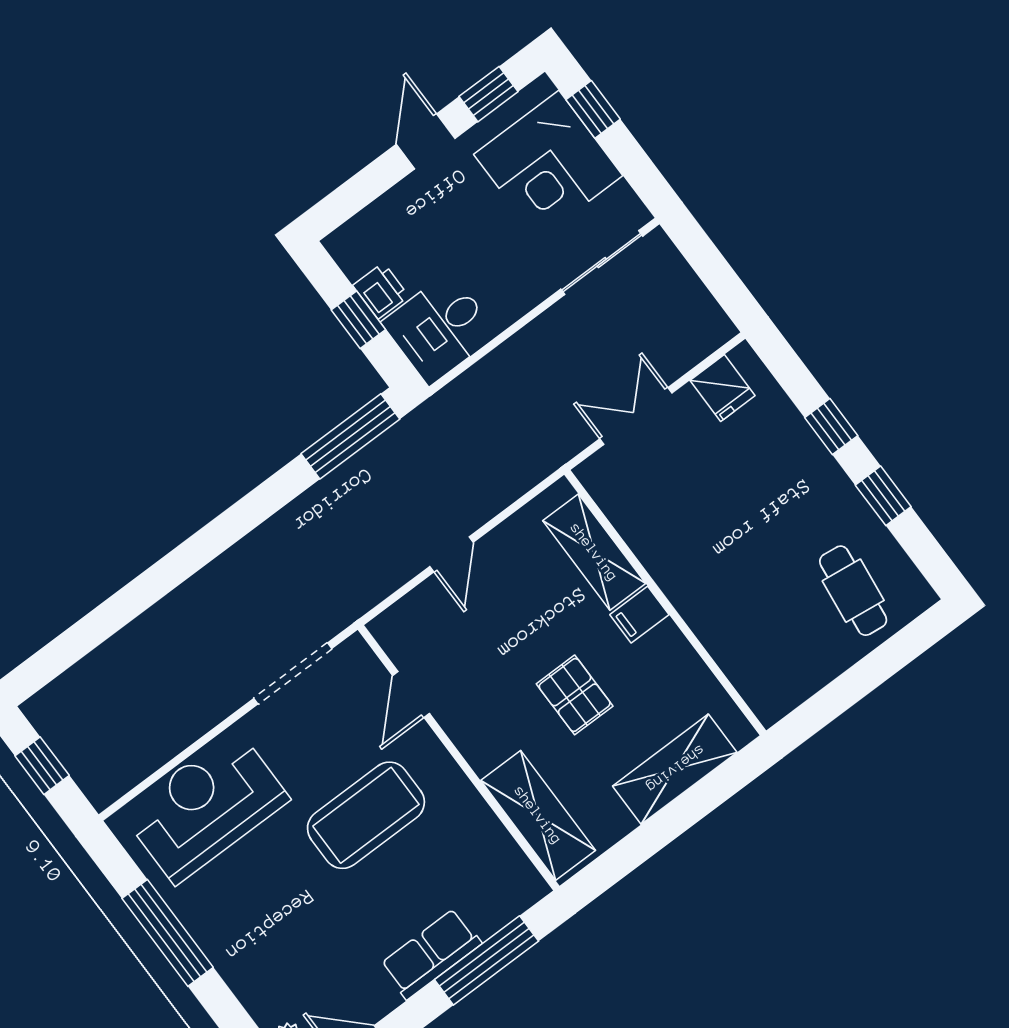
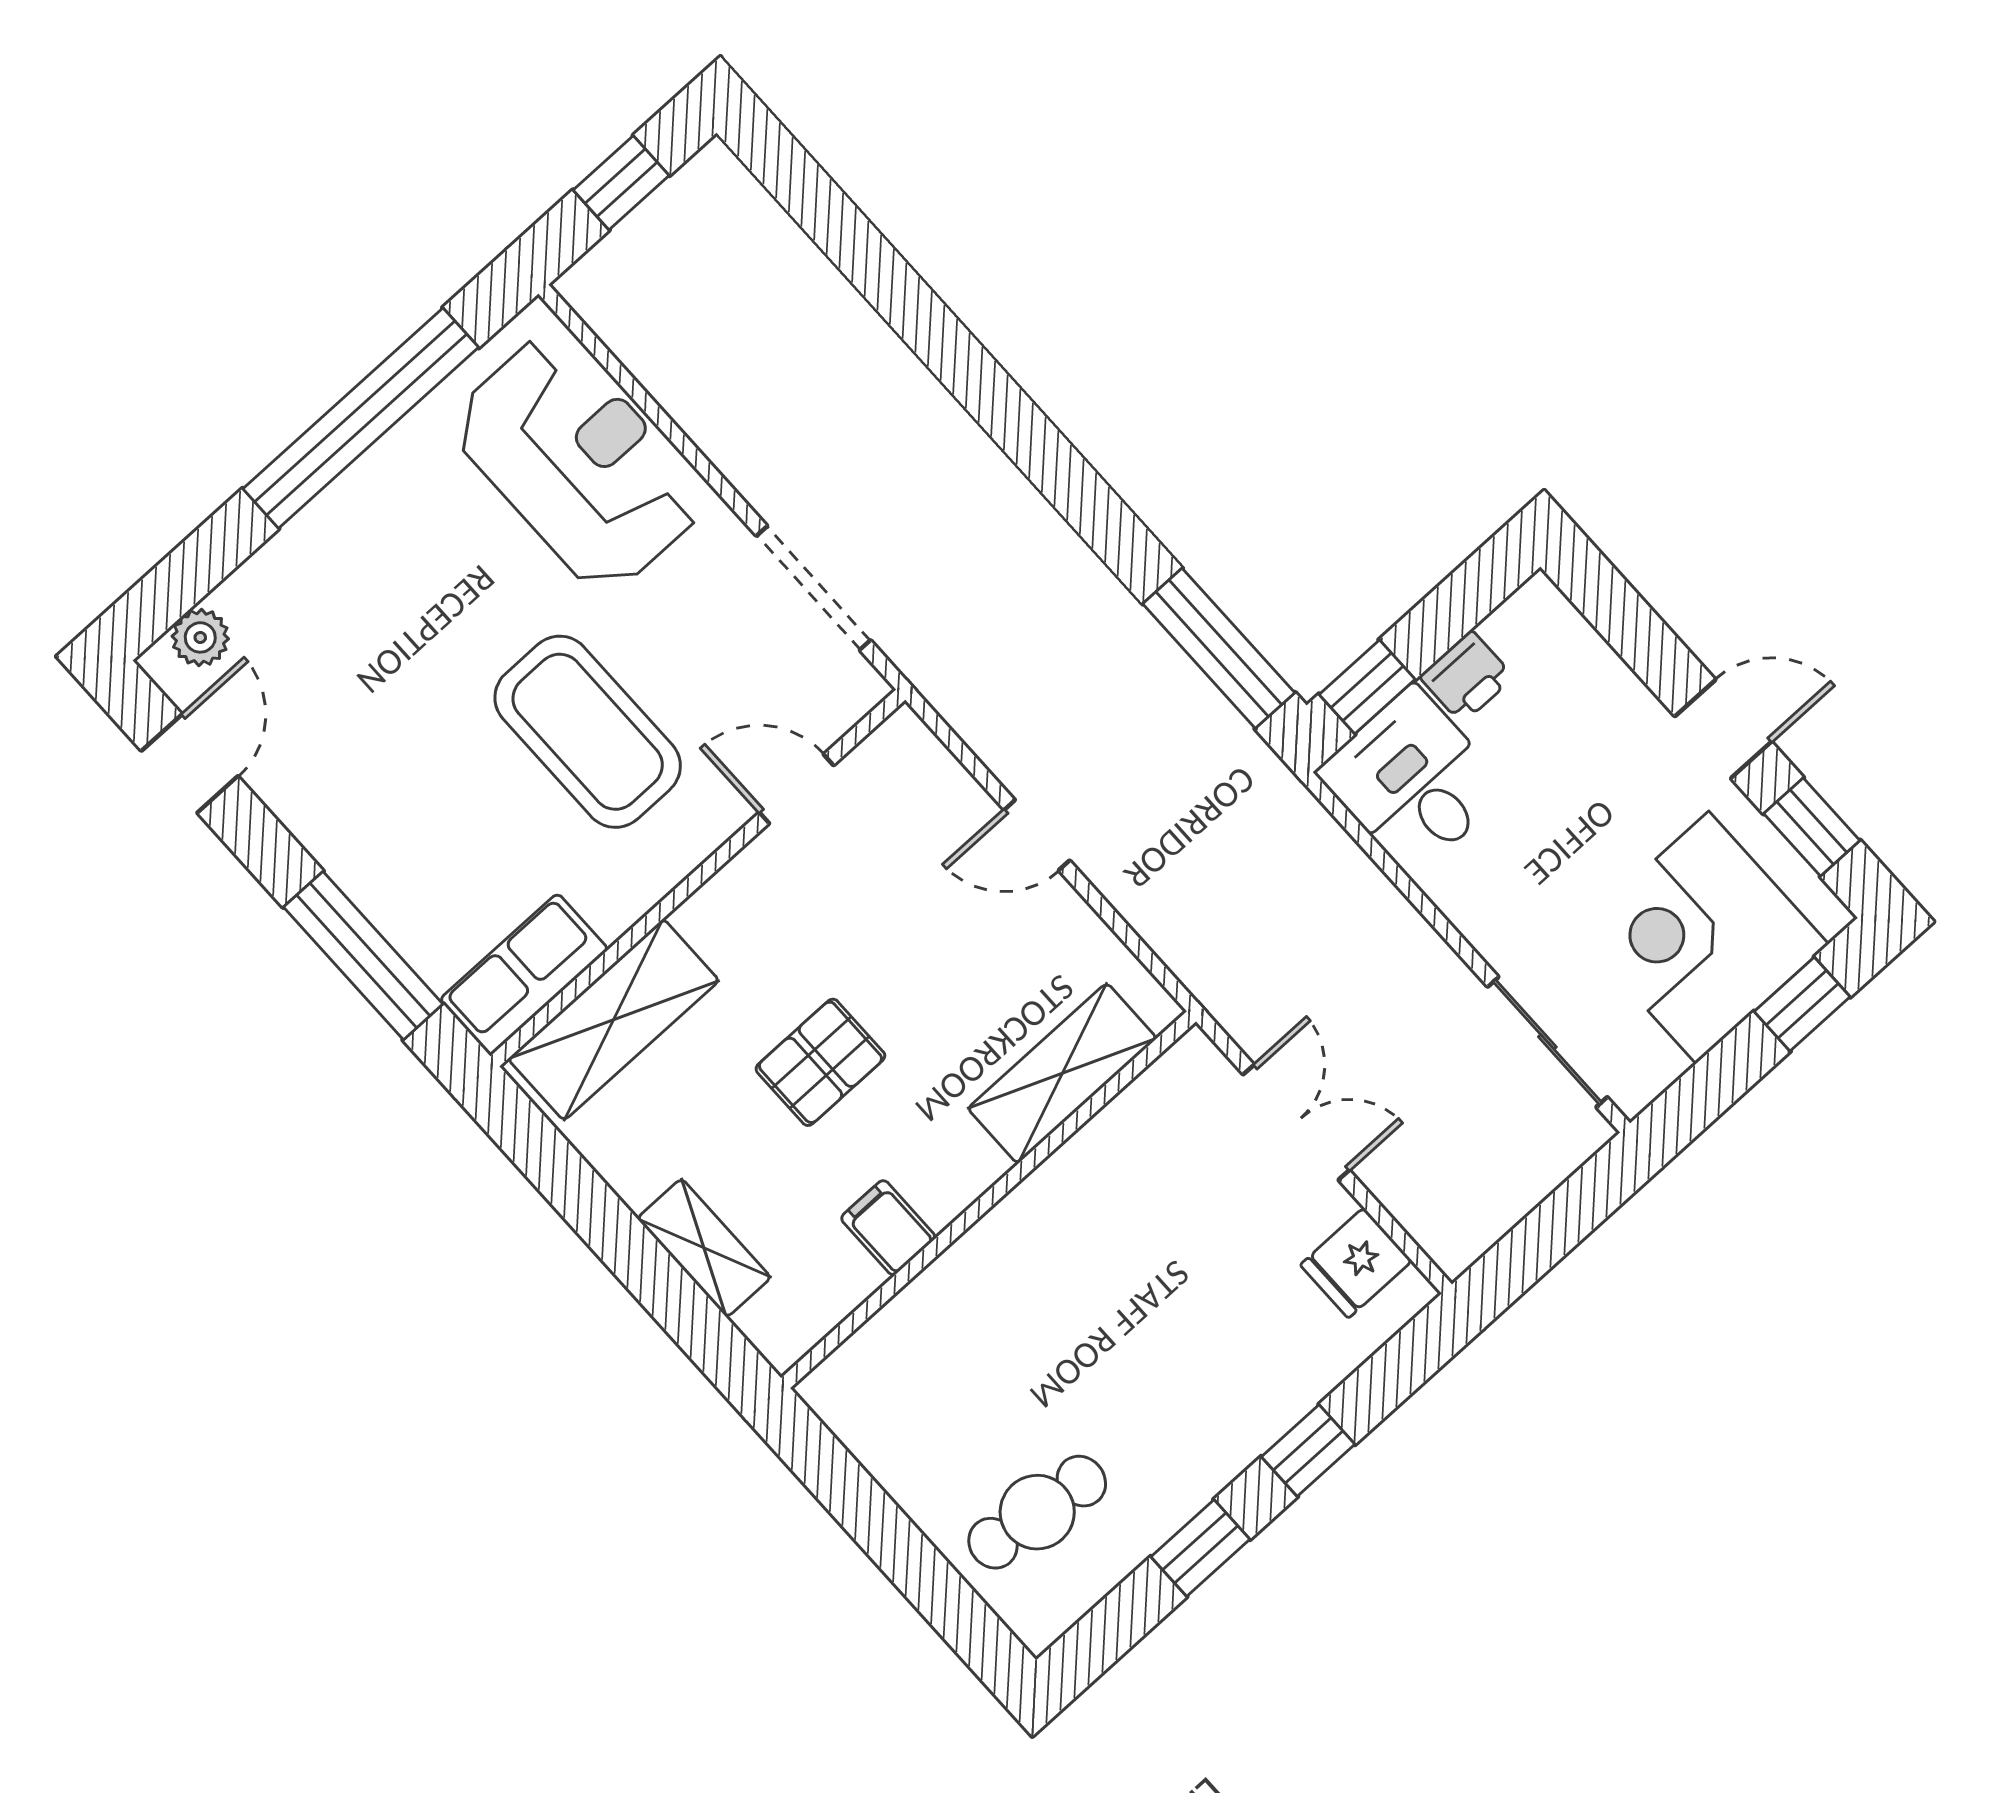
window: (358, 320) -> (1367, 687), moved
filing cabinet: (639, 615) -> (888, 1228), moved
shelving: (675, 769) -> (704, 1248), width x0.67, depth x0.75
window: (168, 933) -> (361, 418), width x1.46
row of seats: (431, 954) -> (524, 974), moved, turned -90

